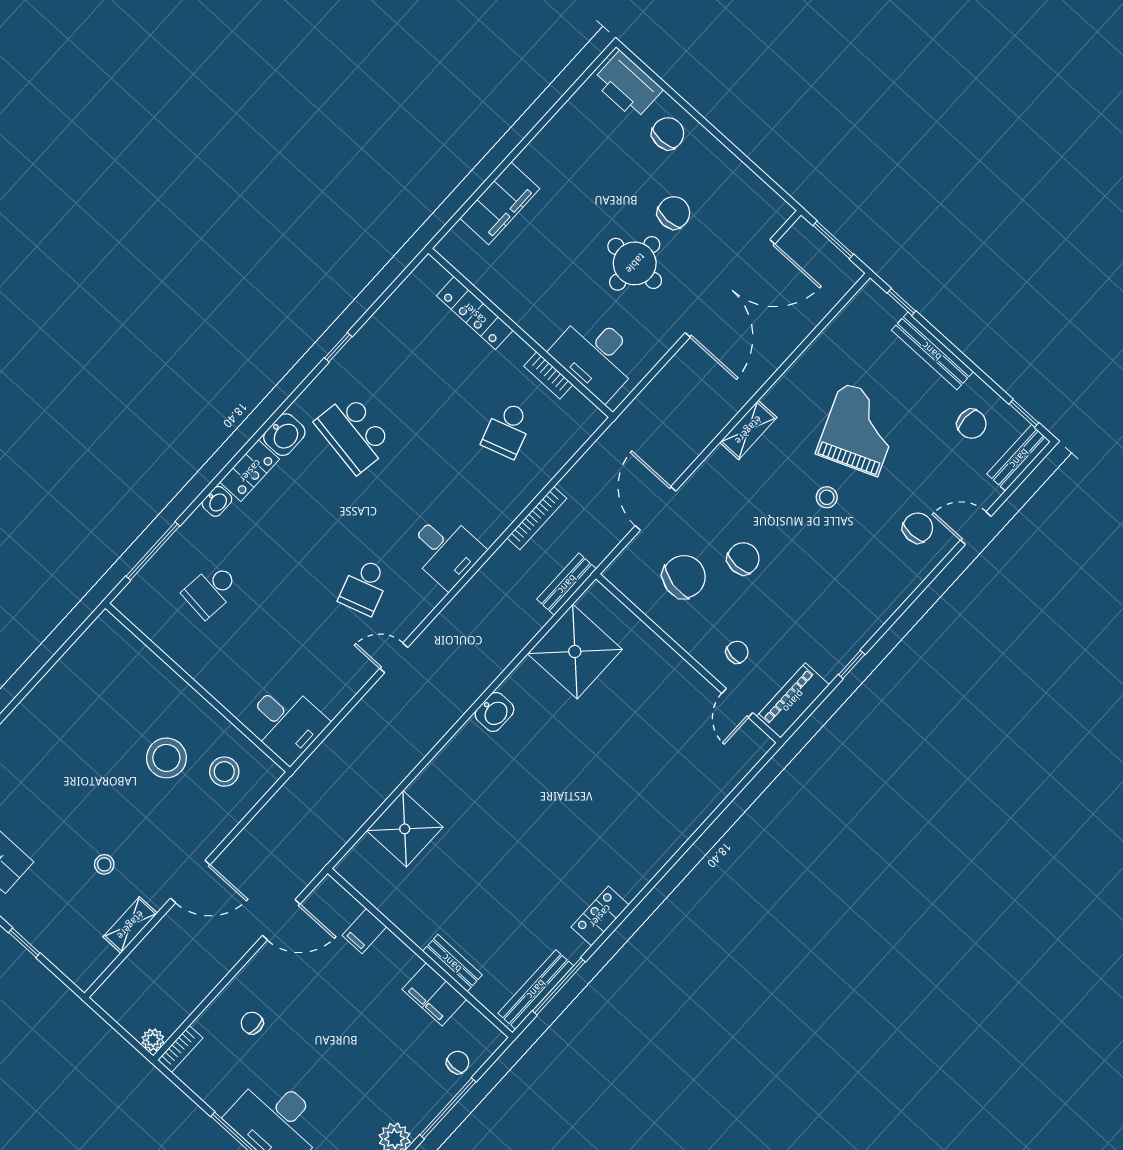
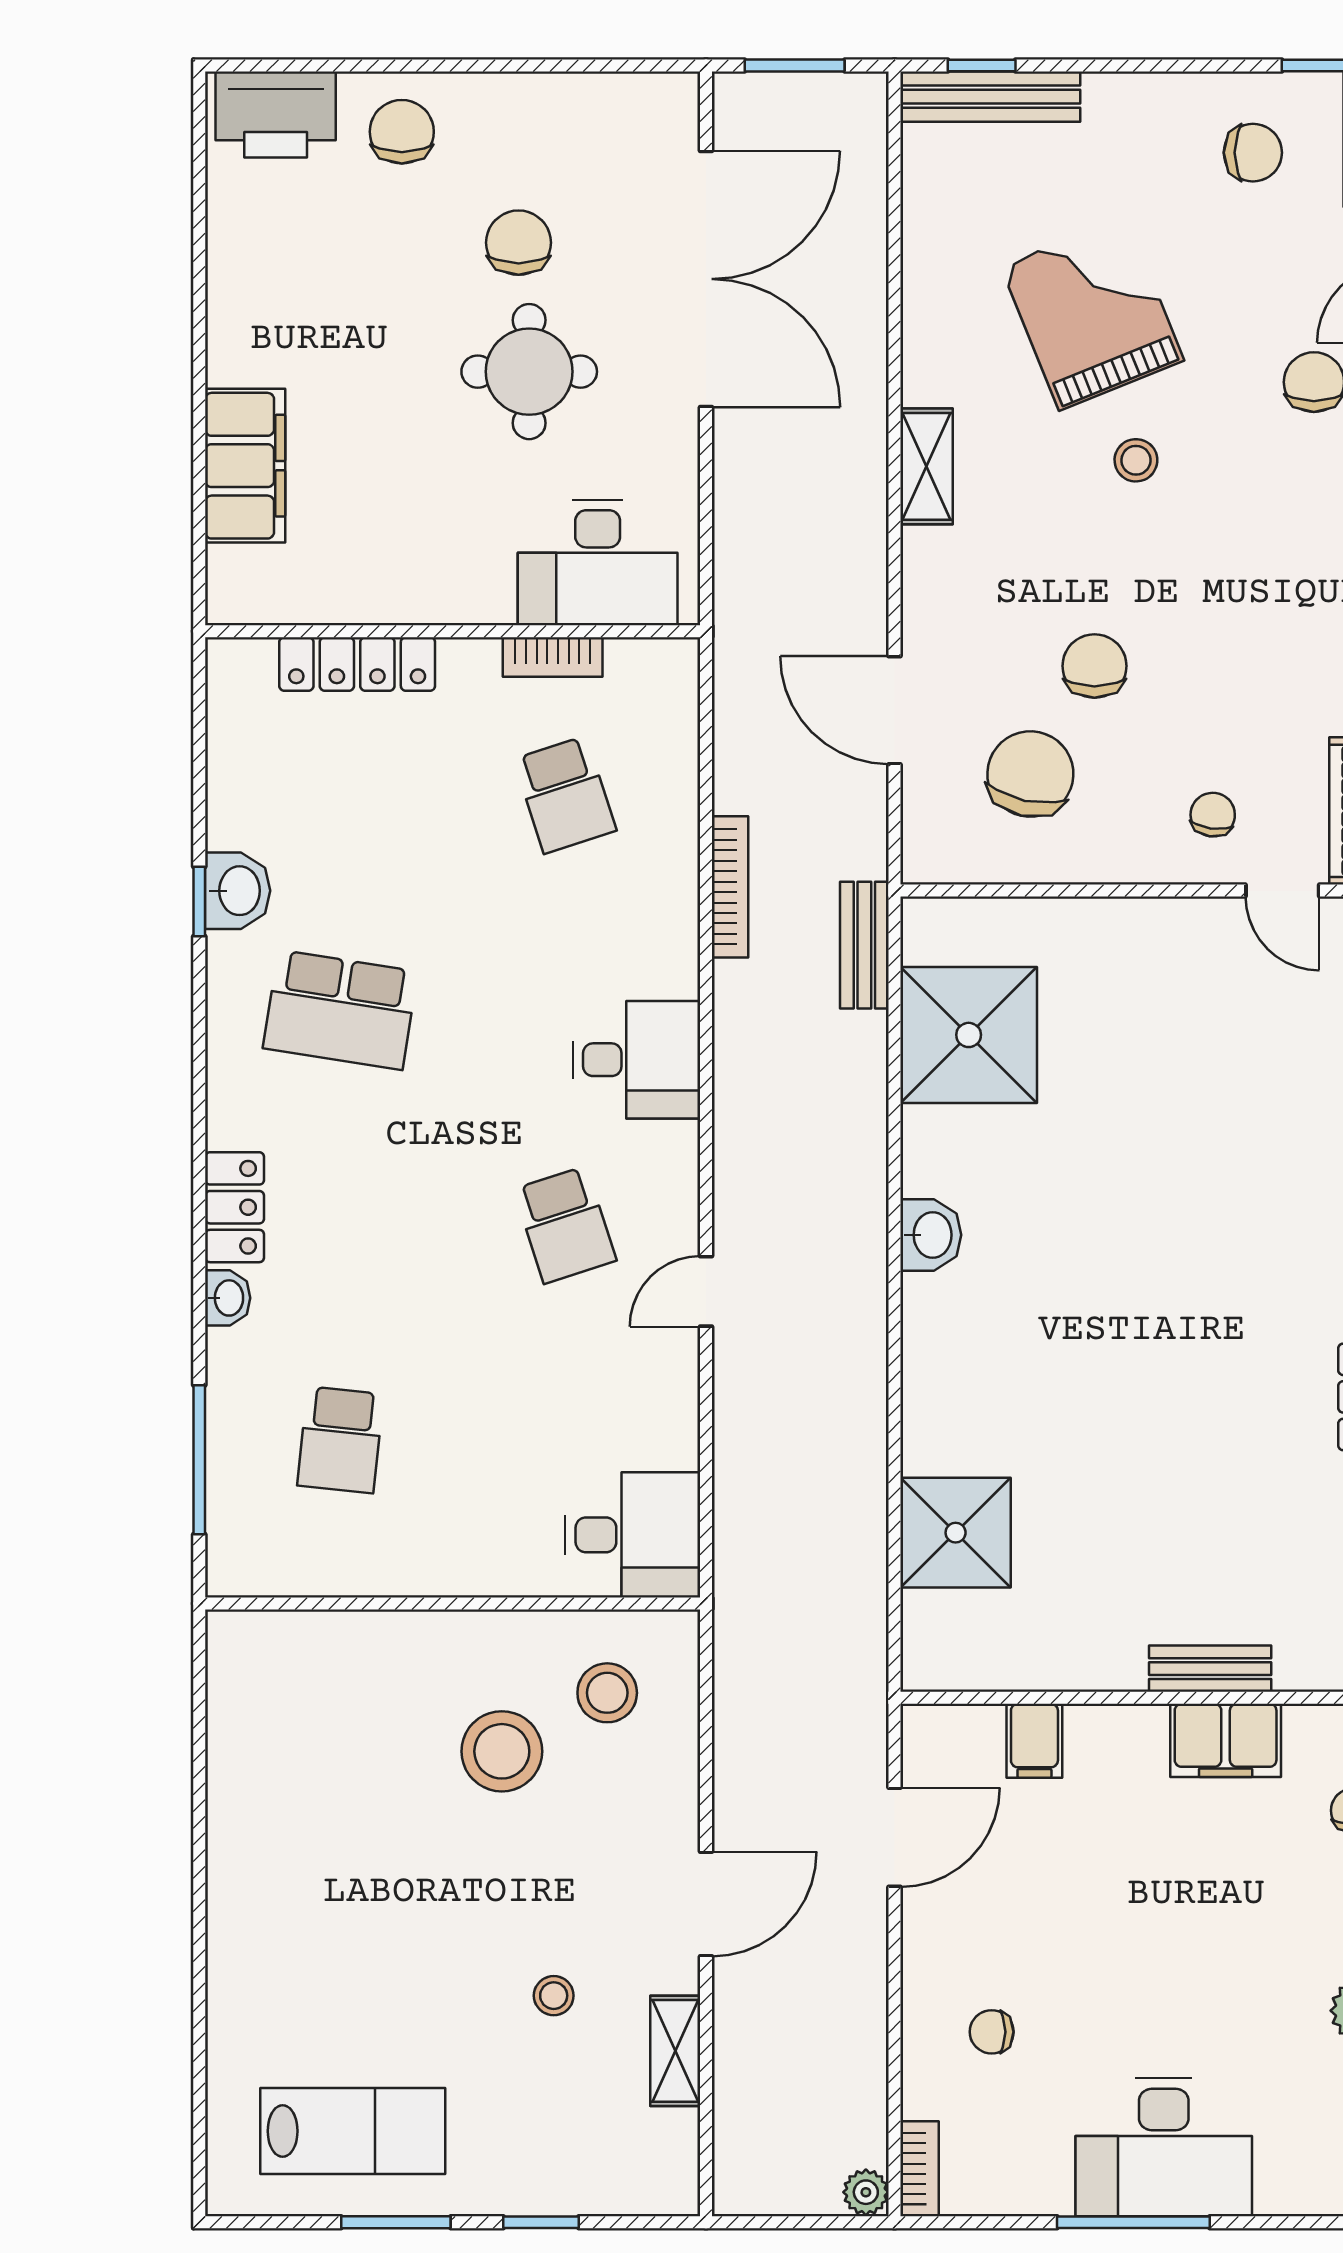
bench: (932, 351) -> (990, 97), moved
washbasin: (284, 435) -> (238, 891), moved

